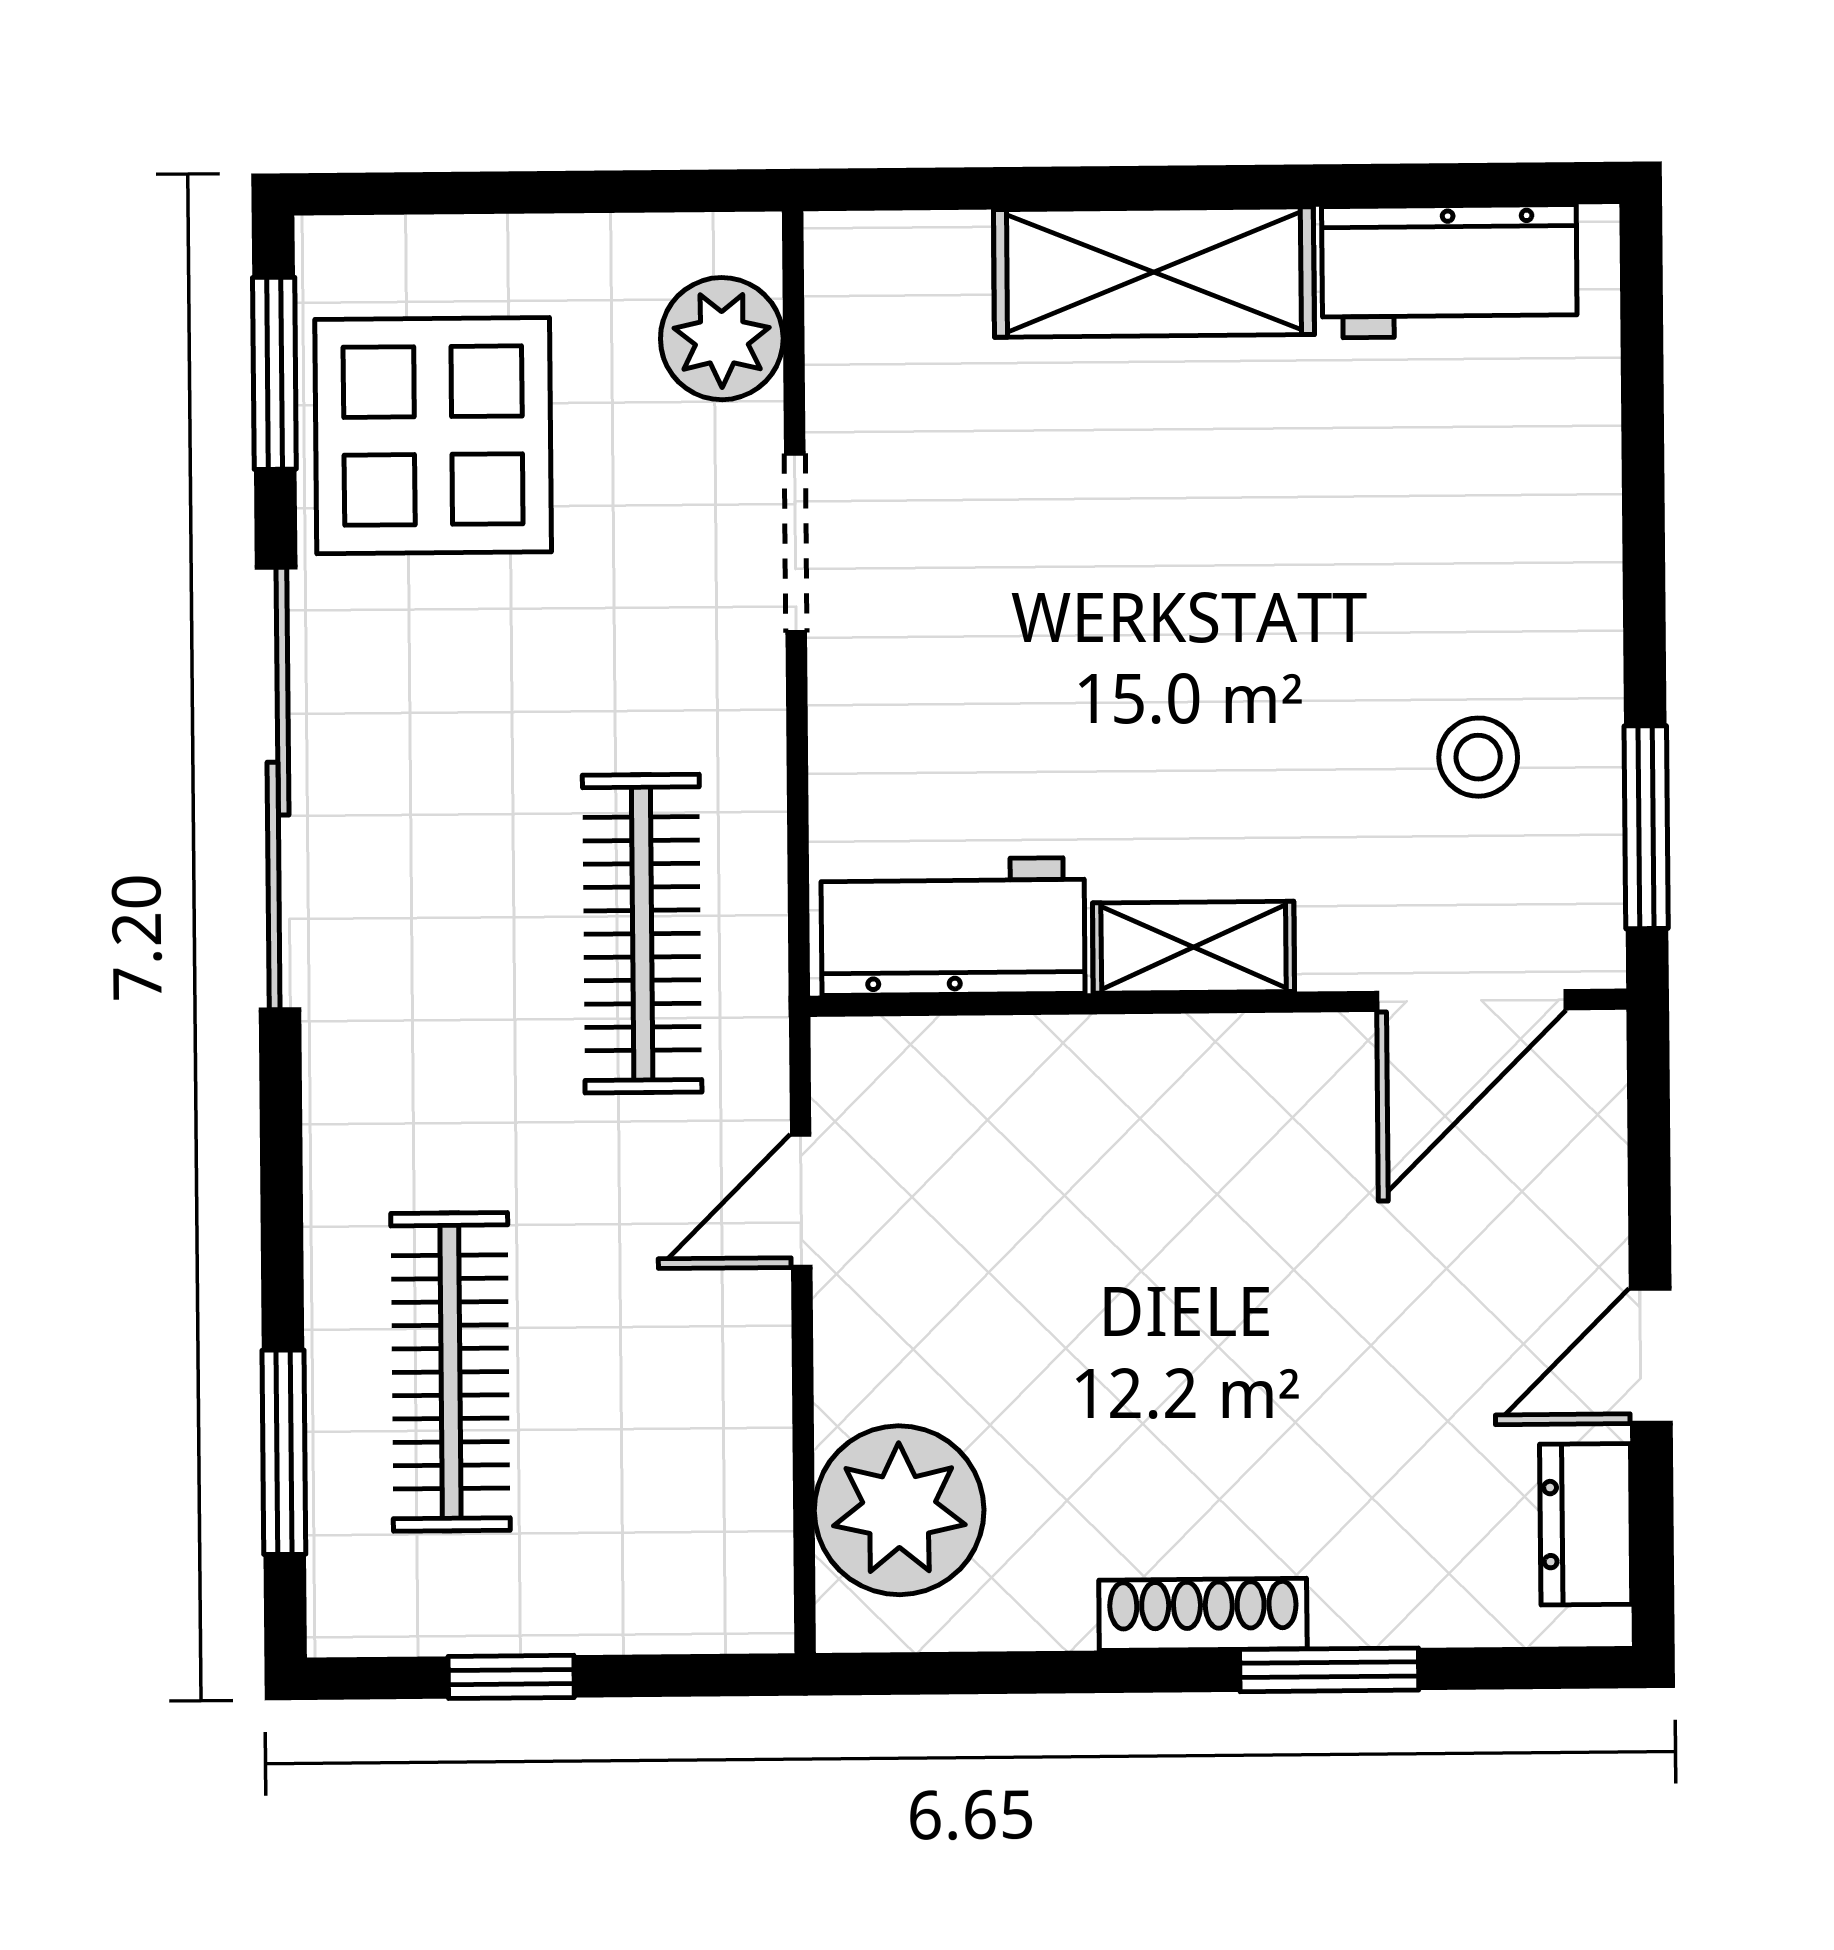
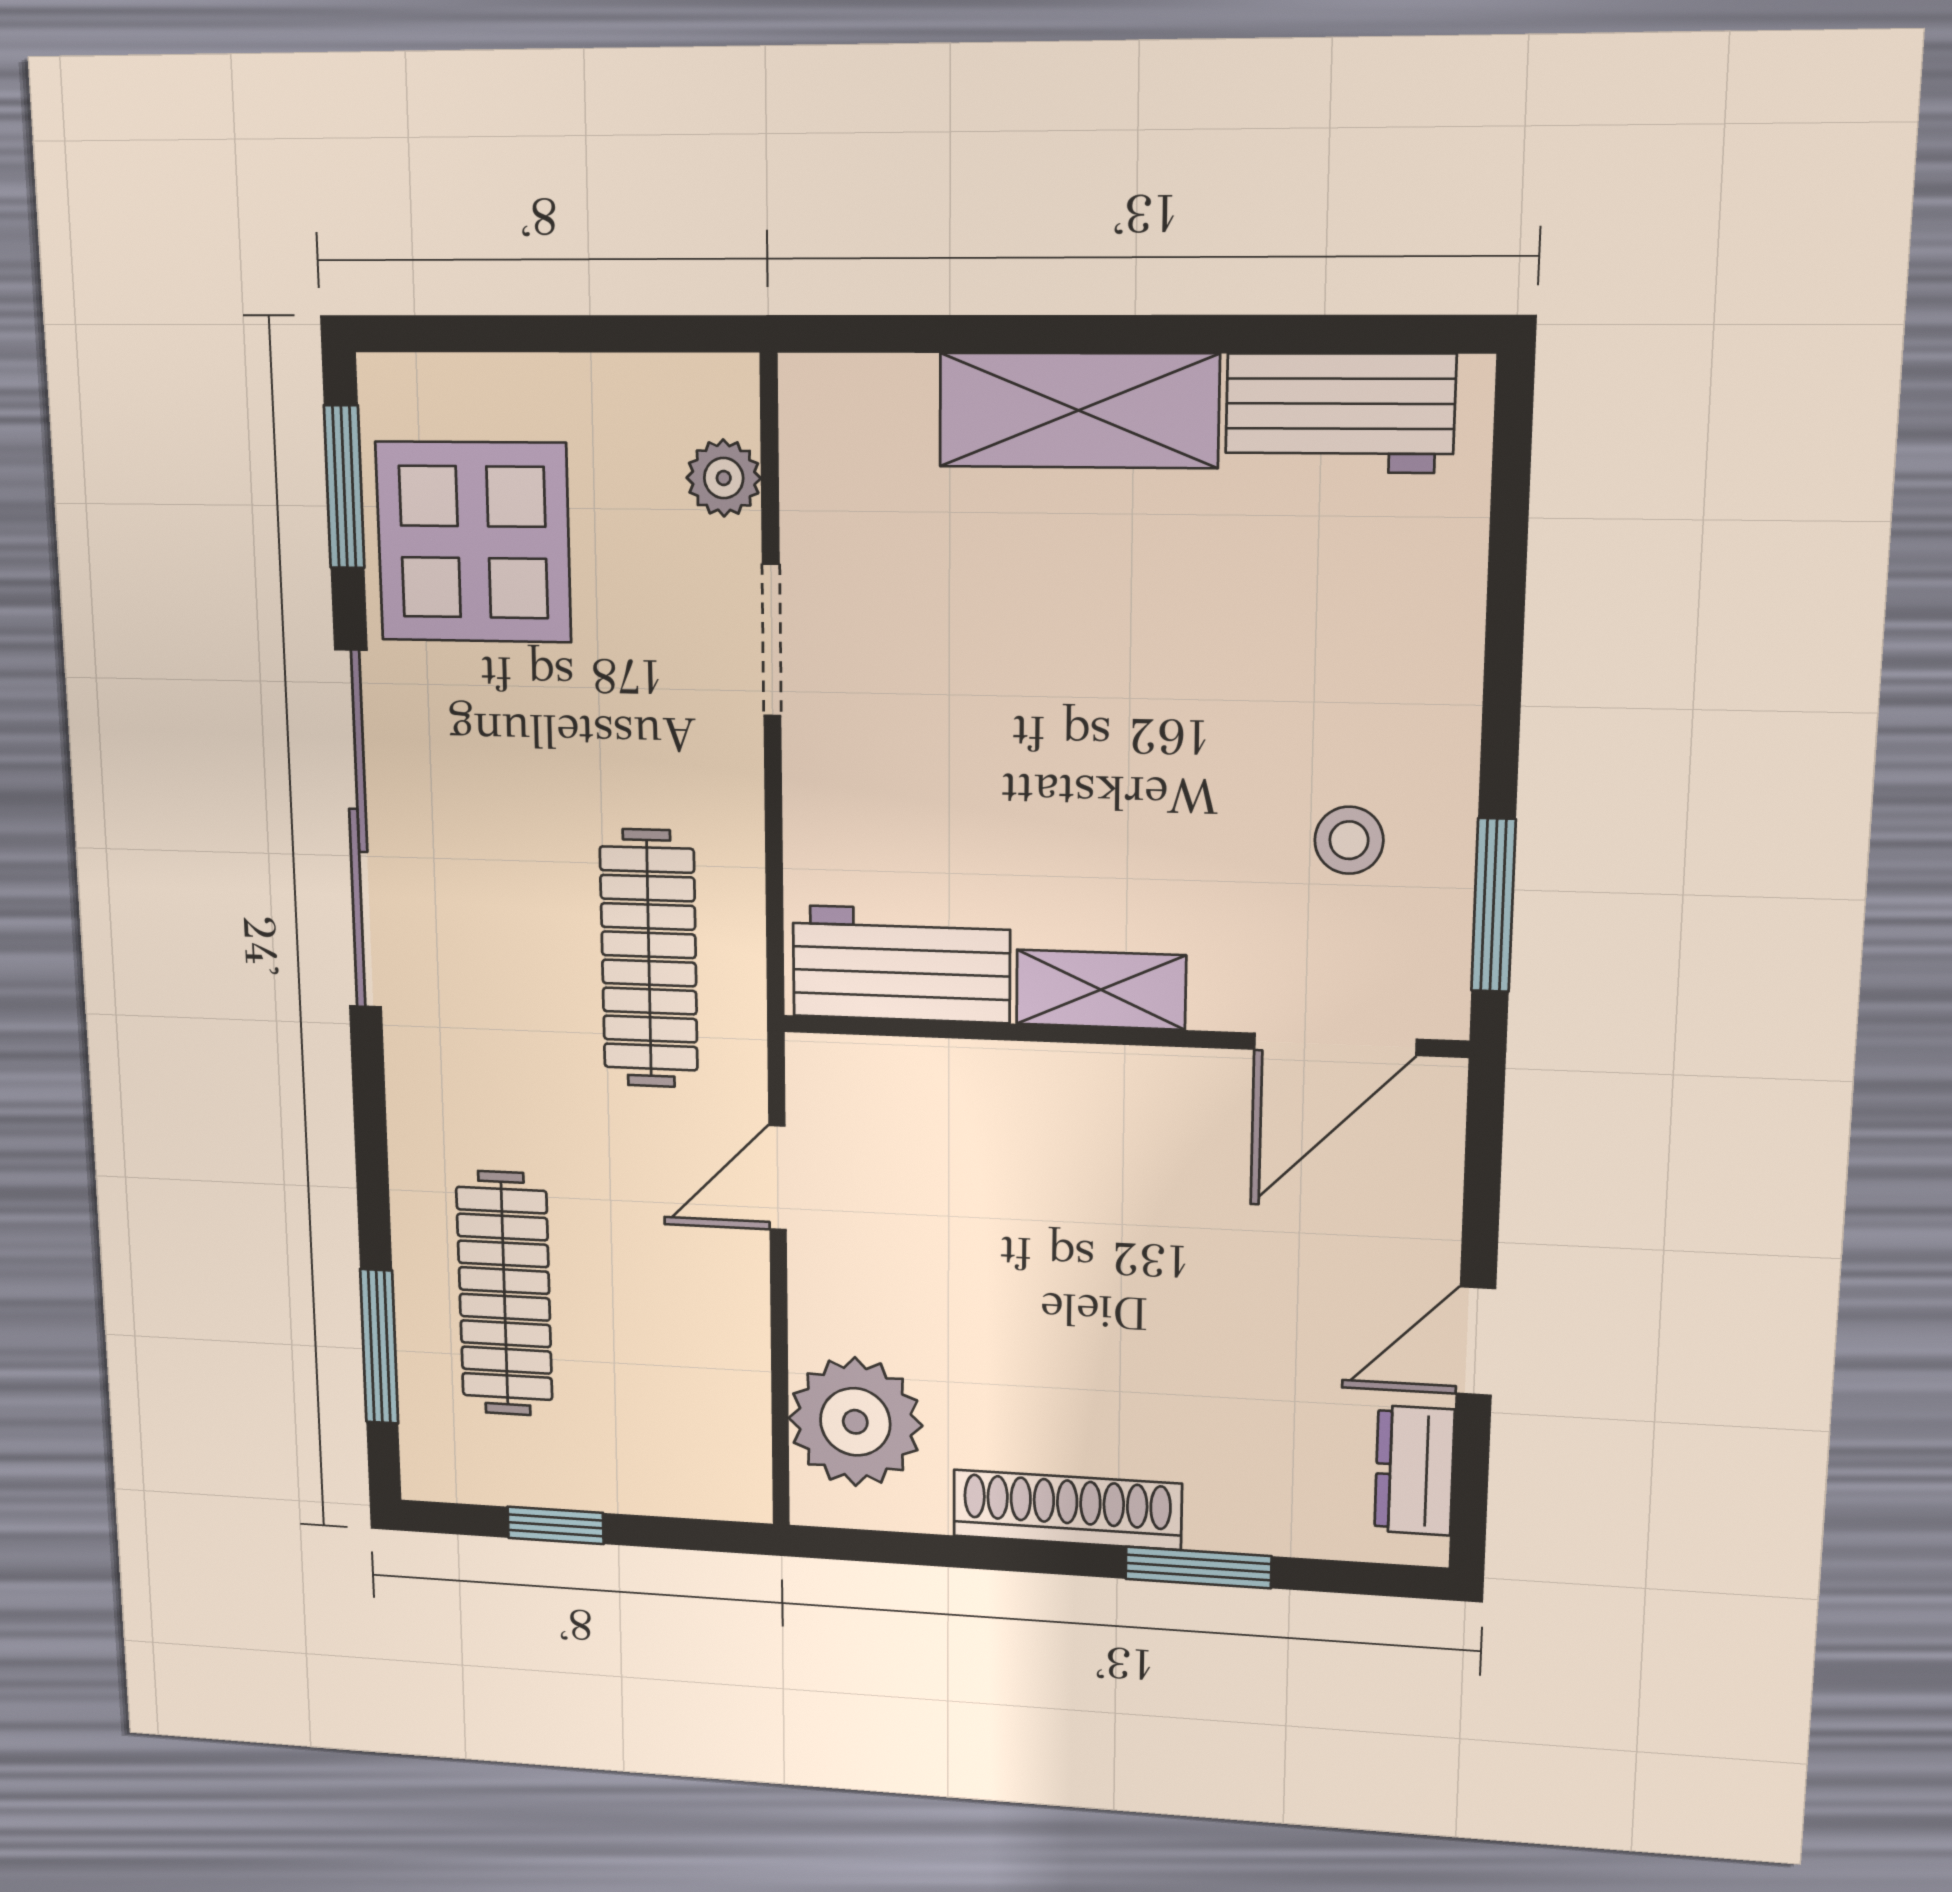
plant: (722, 339) -> (724, 478), width x0.73, depth x0.73
shoe rack: (1203, 1614) -> (1067, 1510), width x1.36, depth x1.24

